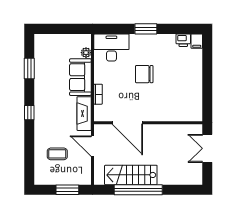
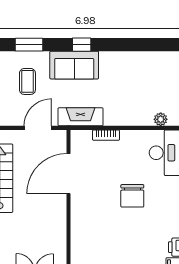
window: (29, 68) -> (29, 45), moved
chair: (144, 74) -> (132, 196), turned 180
sofa: (80, 77) -> (74, 65), moved, turned 180

